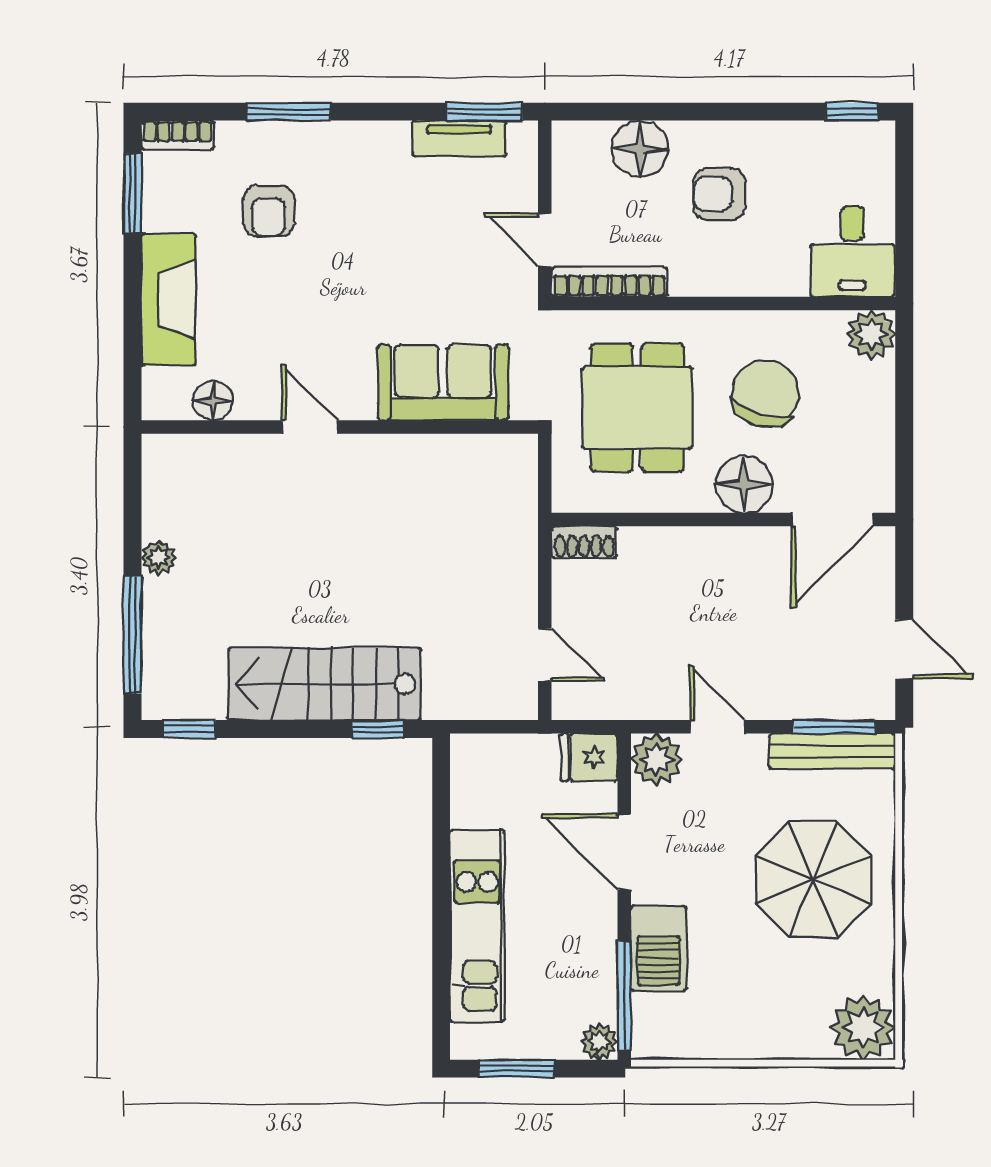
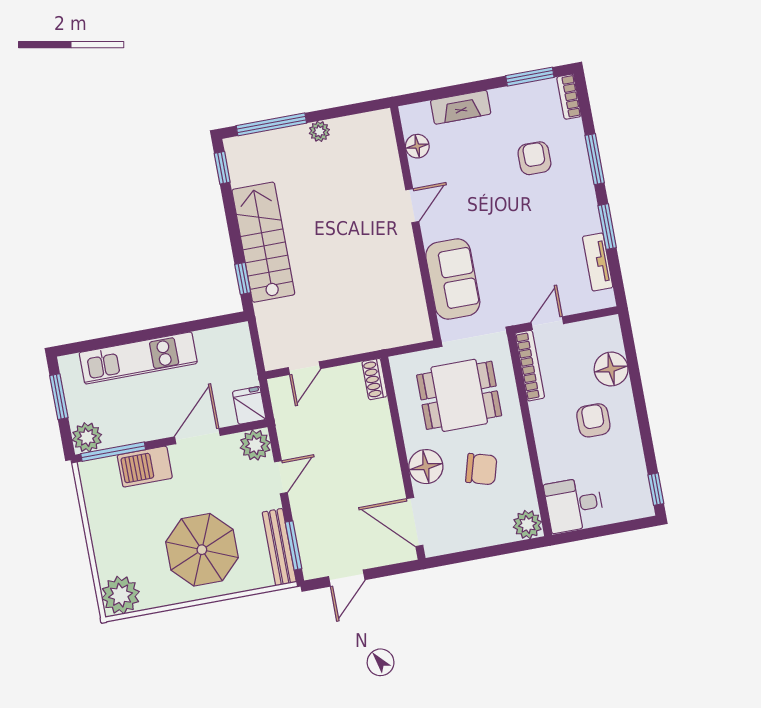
window: (485, 112) -> (607, 227), moved
armchair: (269, 211) -> (534, 158), turned 90
fireplace: (168, 299) -> (461, 107), width x0.73, depth x0.76
chair: (765, 394) -> (481, 469), width x0.73, depth x0.73
plant: (599, 1041) -> (87, 437), width x1.38, depth x1.38

